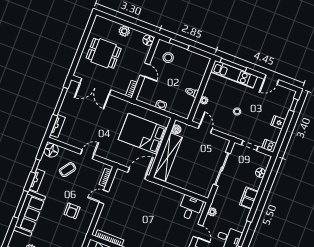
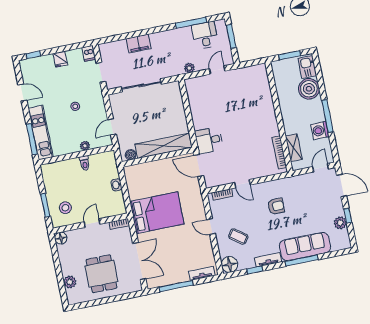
plant: (124, 31) -> (70, 282), moved
bed: (143, 134) -> (157, 213), moved, turned -90
floor lamp: (260, 173) -> (121, 45), removed
filing cabinet: (249, 198) -> (139, 44), moved
desk: (190, 208) -> (209, 140), moved

